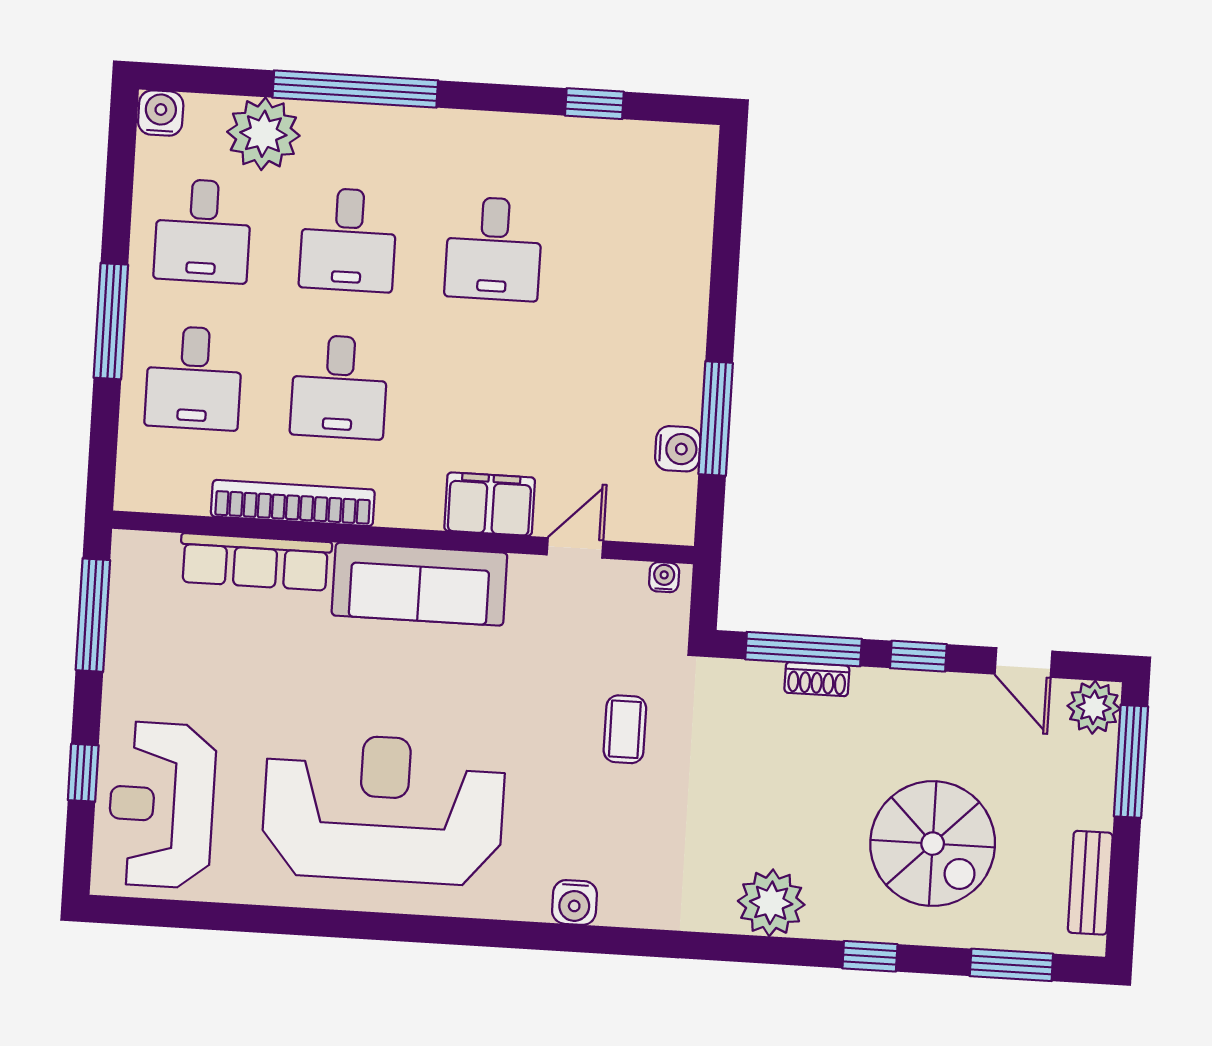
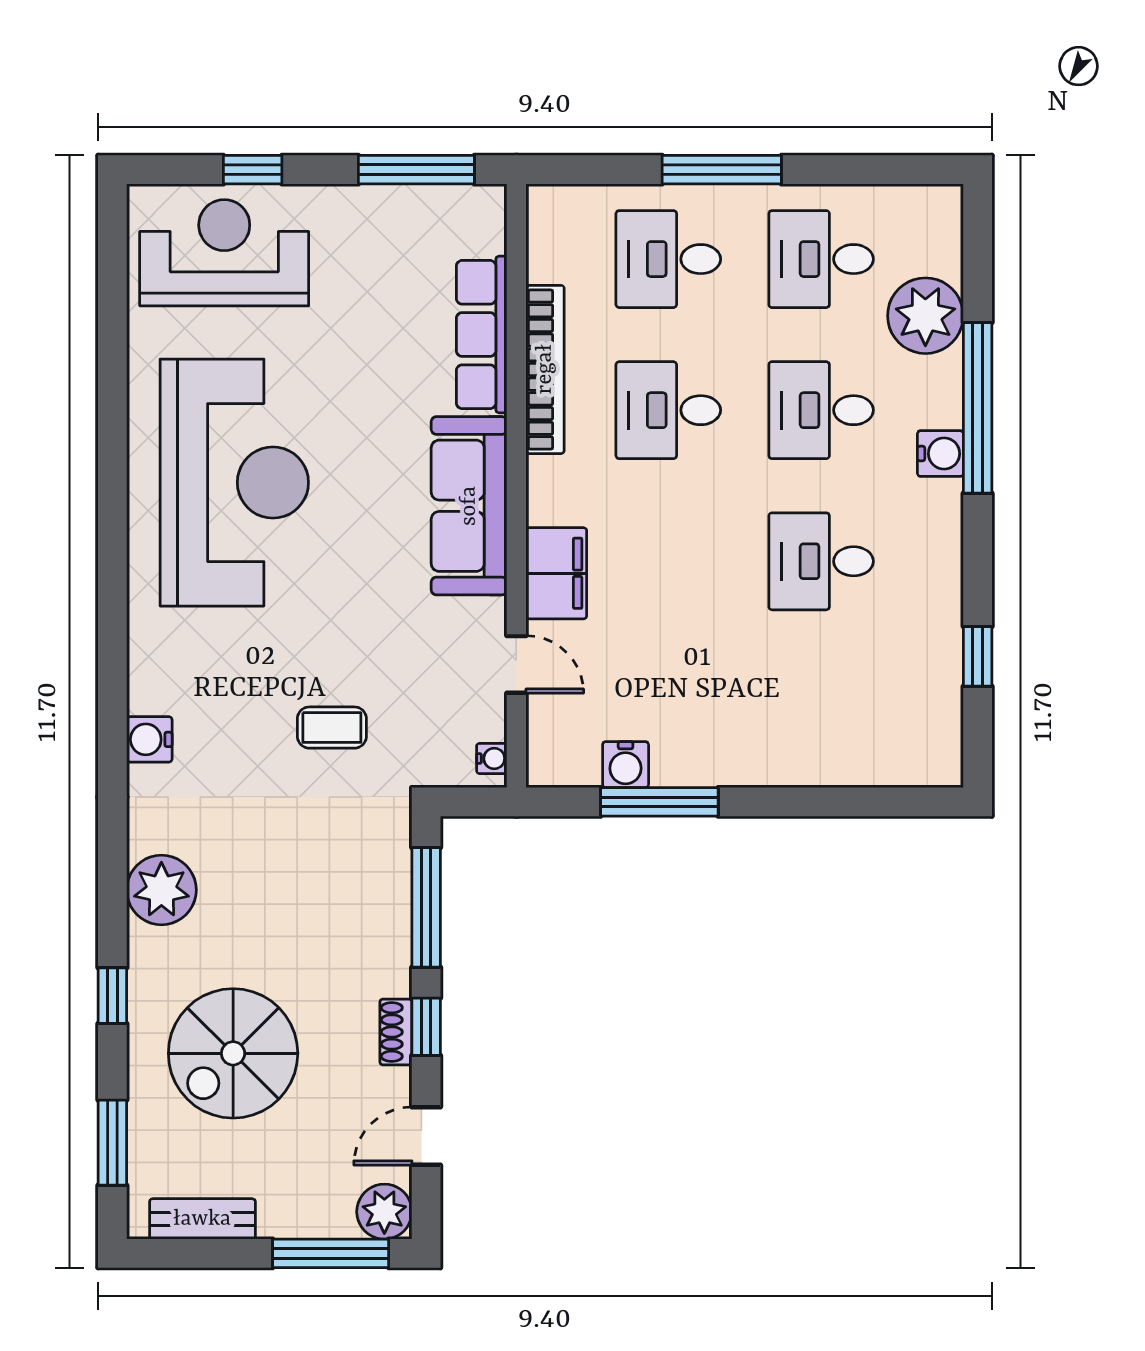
water cooler: (161, 113) -> (940, 454), moved
shoe rack: (817, 679) -> (396, 1032), moved
water cooler: (574, 902) -> (149, 739), moved

